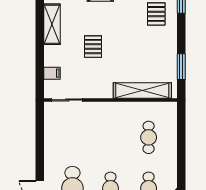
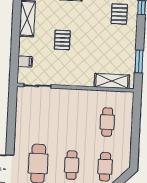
shelving: (142, 90) -> (112, 81), width x0.68

